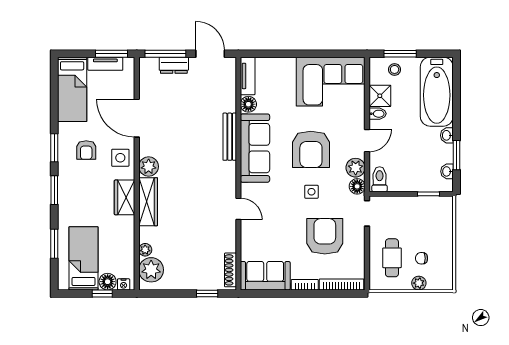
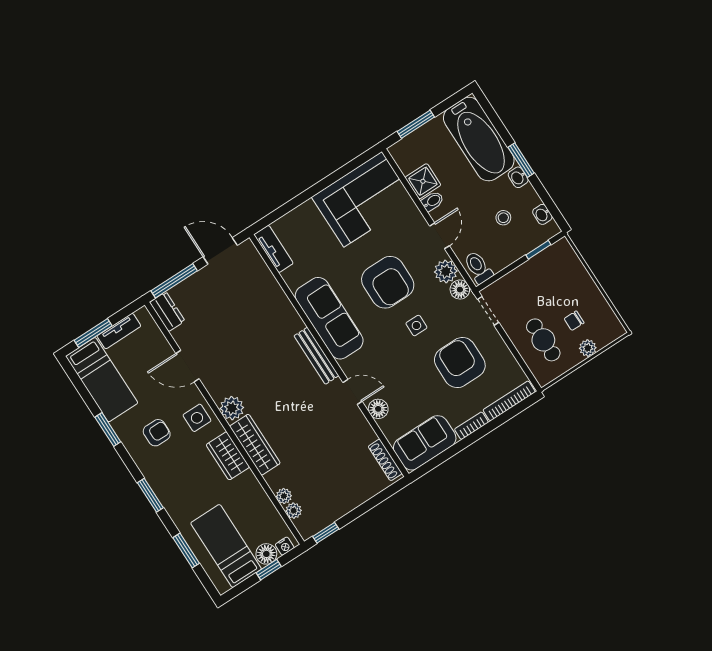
window: (111, 54) -> (93, 333), moved
dresser: (174, 65) -> (167, 312), moved, turned -90
stool: (395, 69) -> (503, 218), moved
floor lamp: (248, 104) -> (378, 409), moved
door: (137, 118) -> (188, 366), width x0.73
bench: (230, 137) -> (316, 356), moved
window: (54, 148) -> (108, 429), moved
armchair: (86, 150) -> (157, 433), turned -90
window: (456, 155) -> (521, 160), moved
plant: (151, 270) -> (294, 511), width x0.53, depth x0.53
window: (207, 293) -> (326, 533), moved

